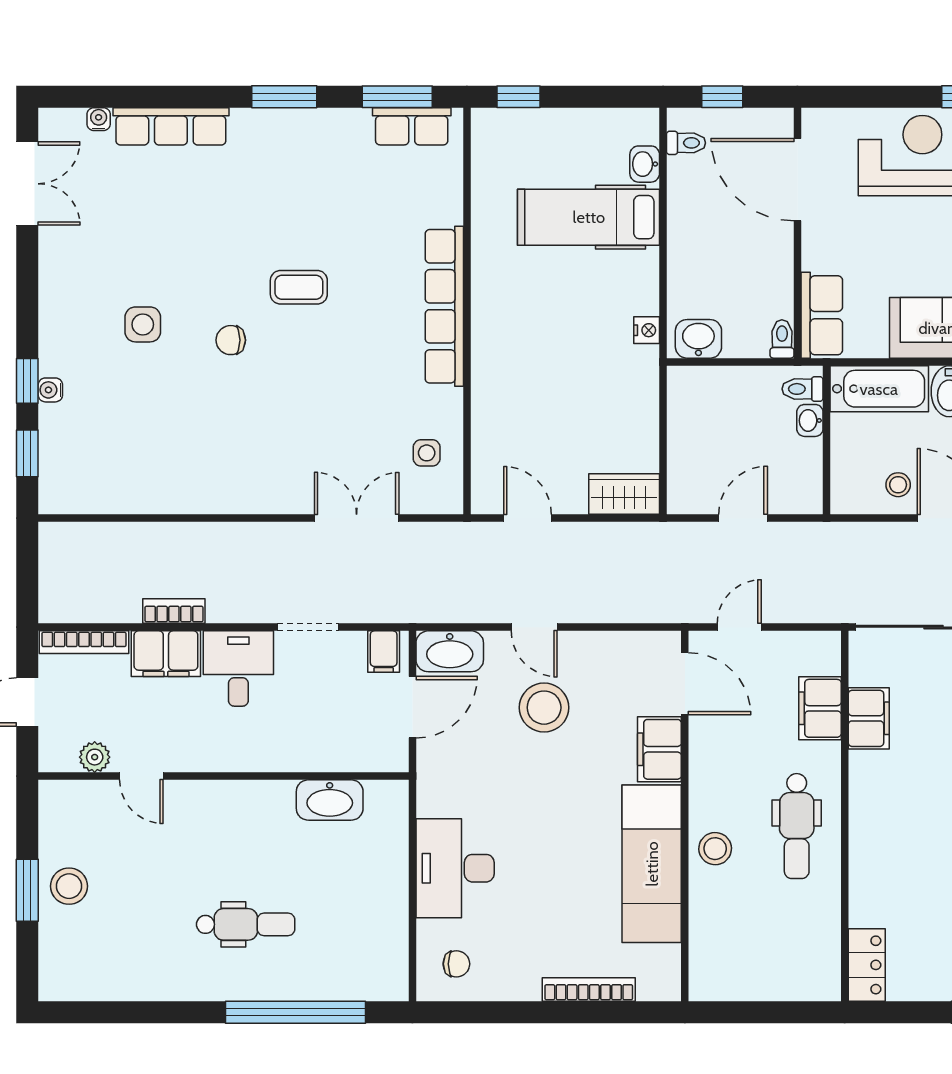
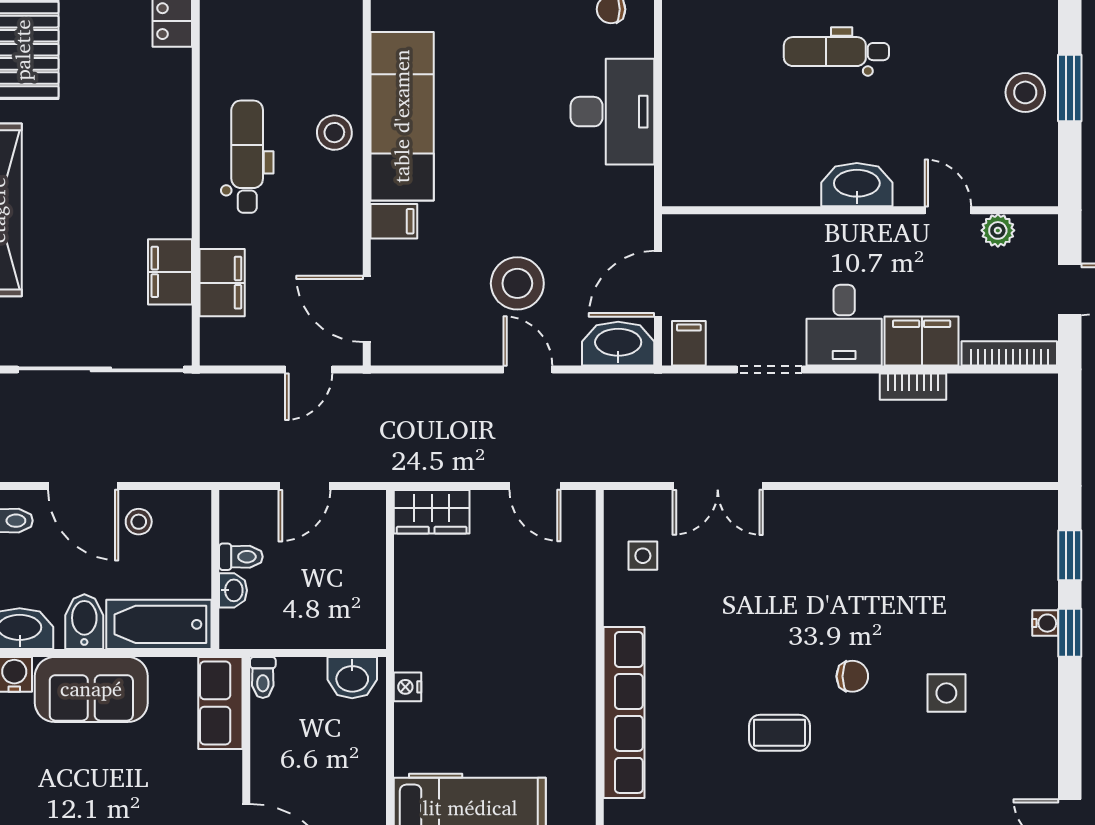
toilet: (803, 389) -> (241, 557), moved
filing cabinet: (659, 749) -> (394, 221), width x0.50
washbasin: (330, 800) -> (857, 185), moved

